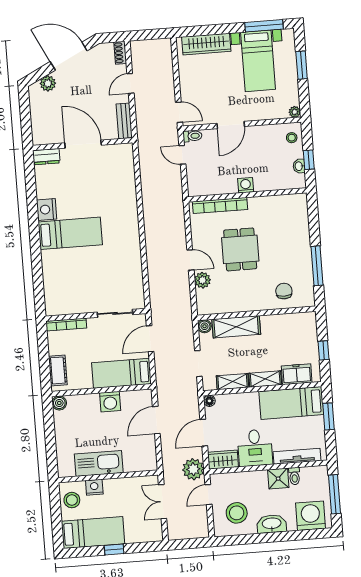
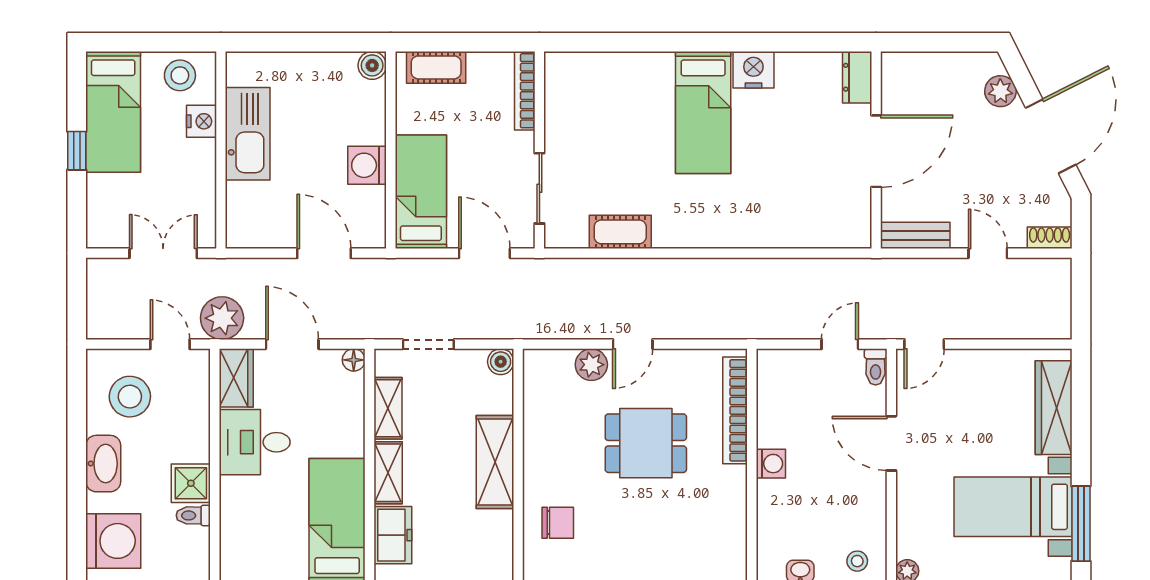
cot: (134, 271) -> (620, 232), added
shelving: (236, 327) -> (495, 462), moved
tv unit: (297, 456) -> (232, 523), removed

